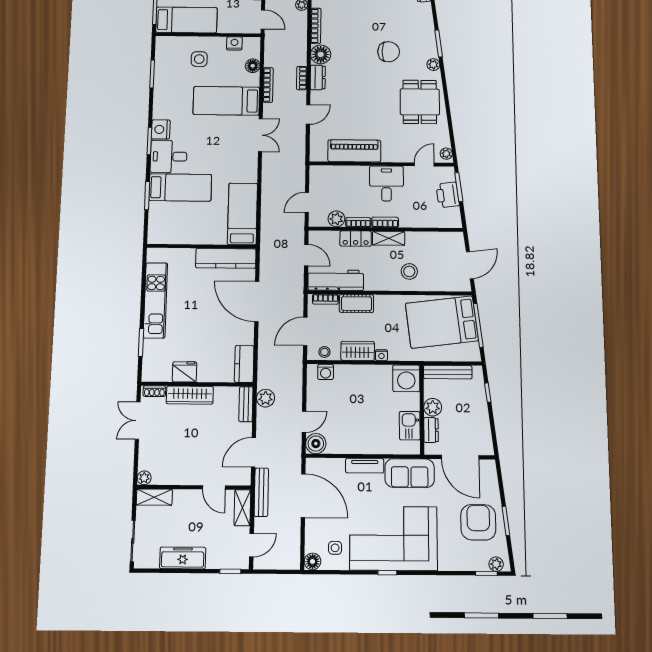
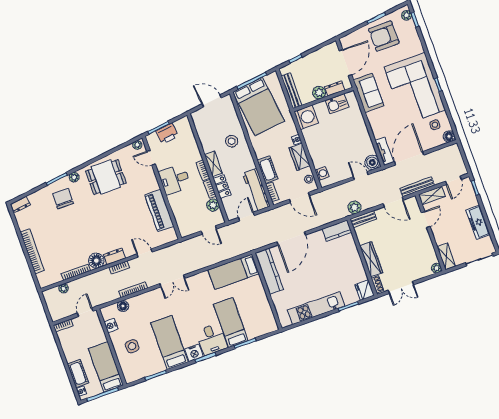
chair: (389, 52) -> (63, 198), moved
bed: (226, 101) -> (169, 342), moved, turned 180
double door: (260, 135) -> (172, 281), swing flipped
fridge: (184, 372) -> (365, 290), moved
tv unit: (365, 466) -> (384, 151), moved
door: (252, 545) -> (453, 180), swing flipped

